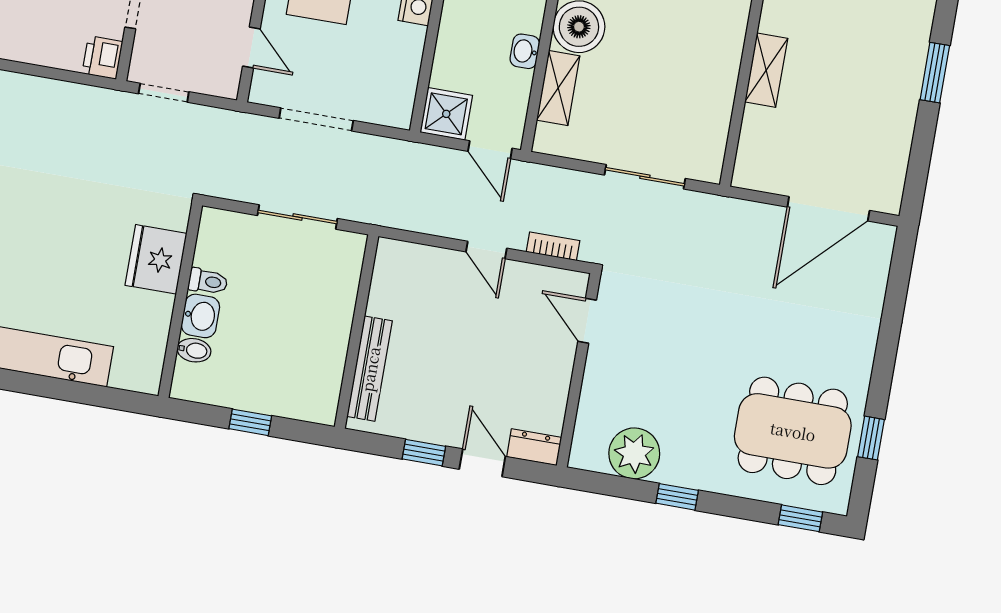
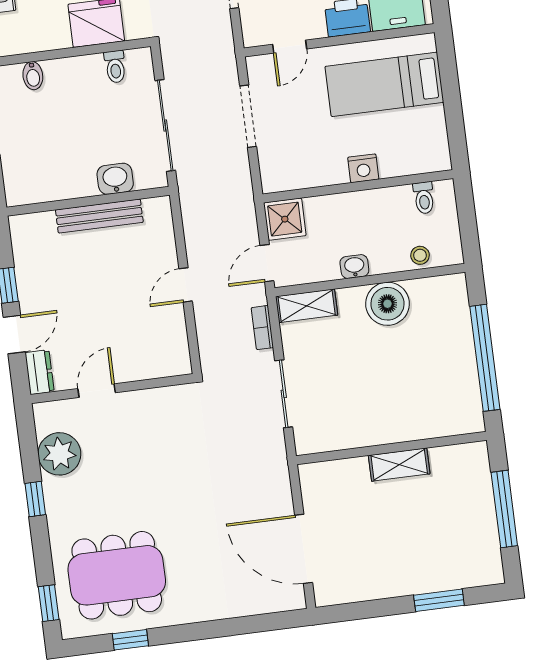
shelving: (558, 88) -> (307, 306), moved
sliding door: (297, 217) -> (165, 125), width x1.37
bookcase: (553, 246) -> (262, 328), moved, turned 180
toilet: (208, 281) -> (115, 67), moved
washbasin: (200, 316) -> (115, 179), moved, turned 180
door: (587, 321) -> (97, 391), moved
bench: (370, 369) -> (99, 216), moved
dining table: (793, 431) -> (117, 575), turned 90

